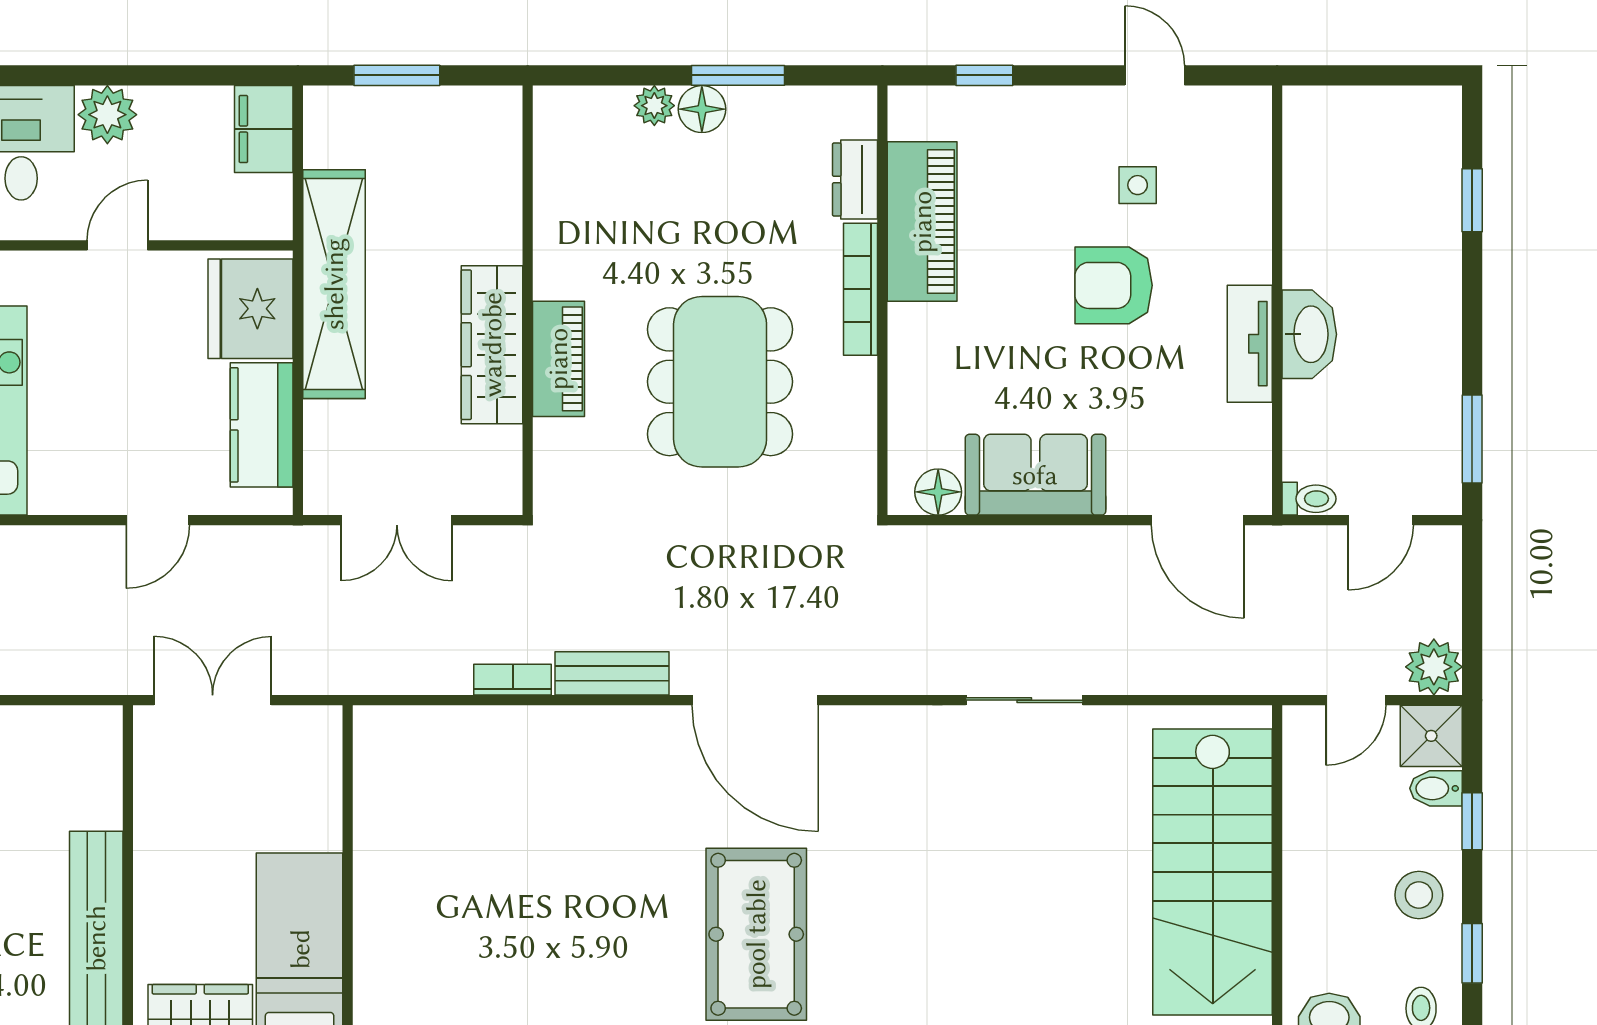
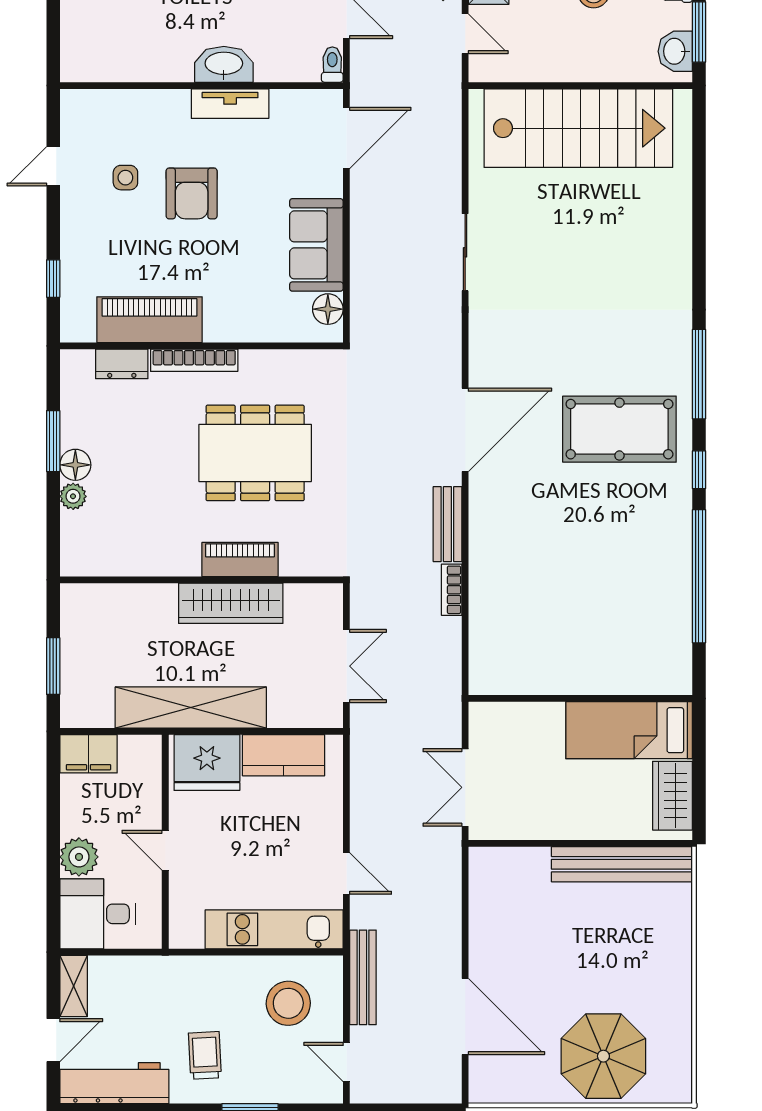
door: (158, 520) -> (346, 873), moved

